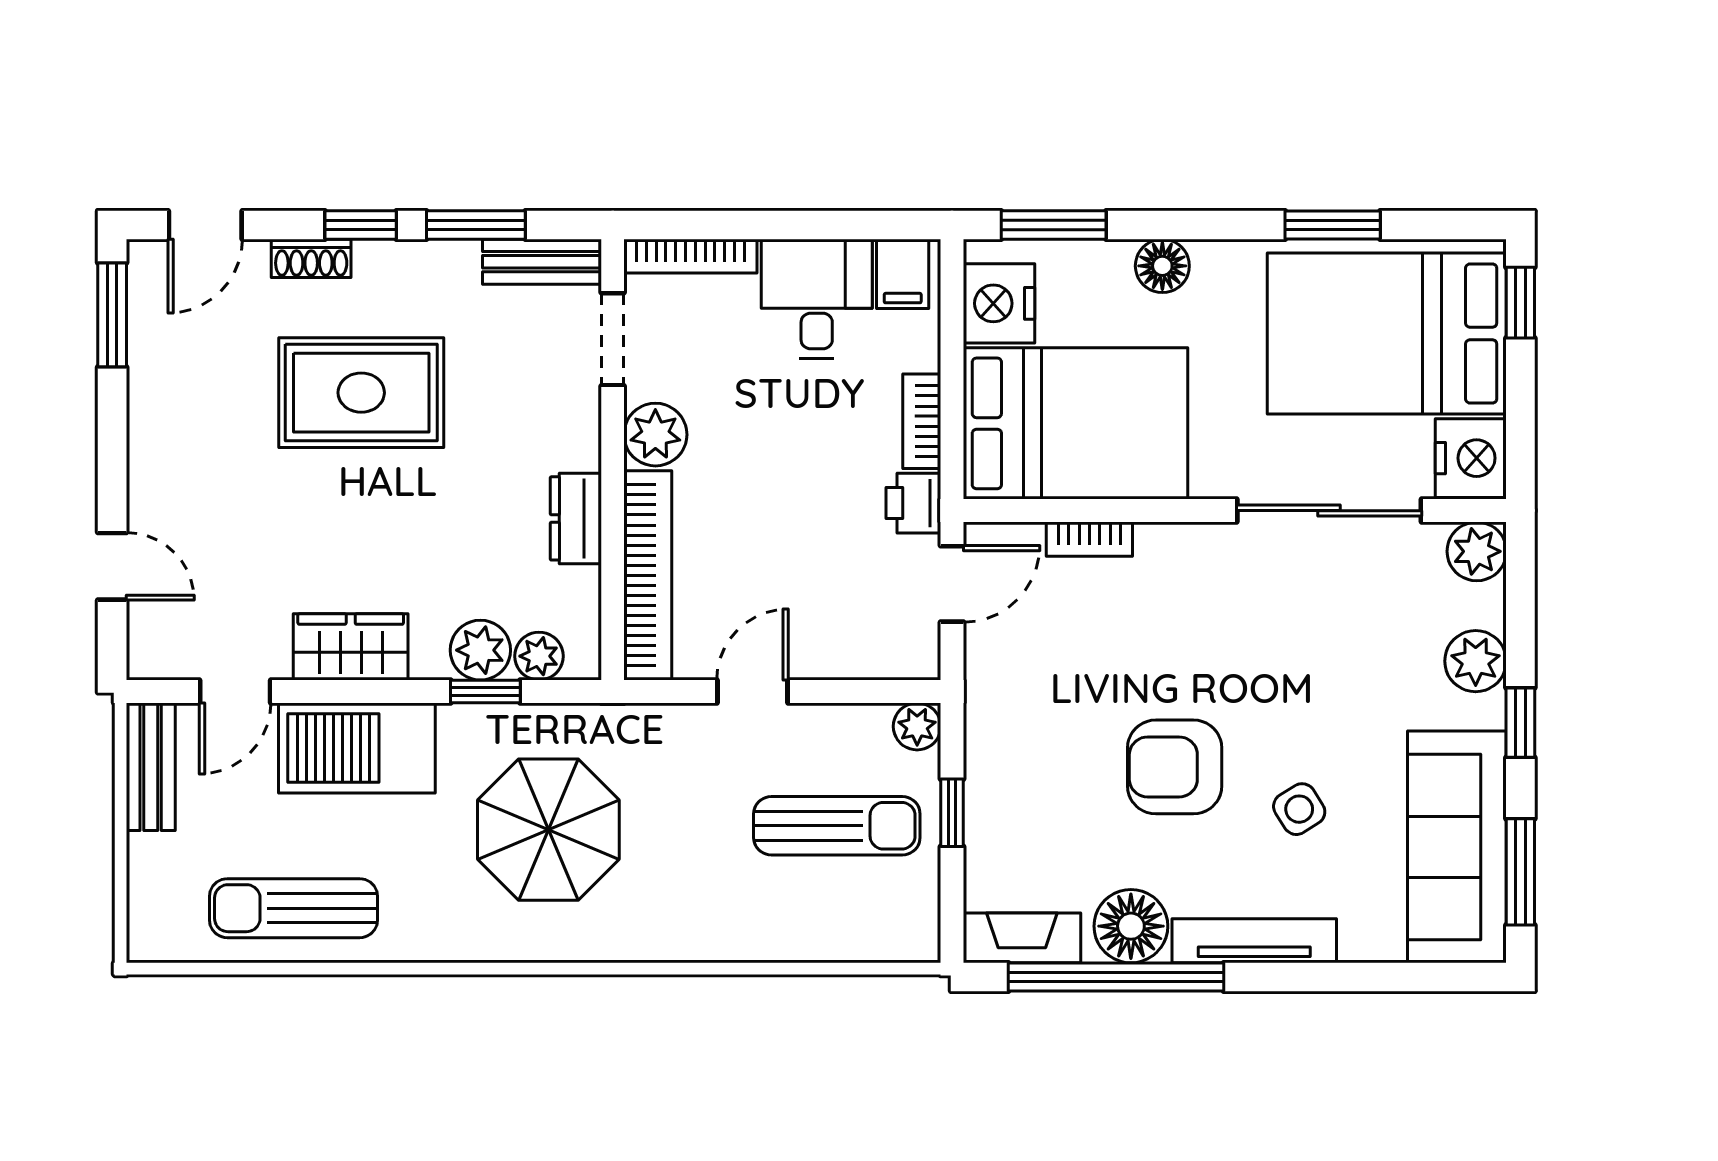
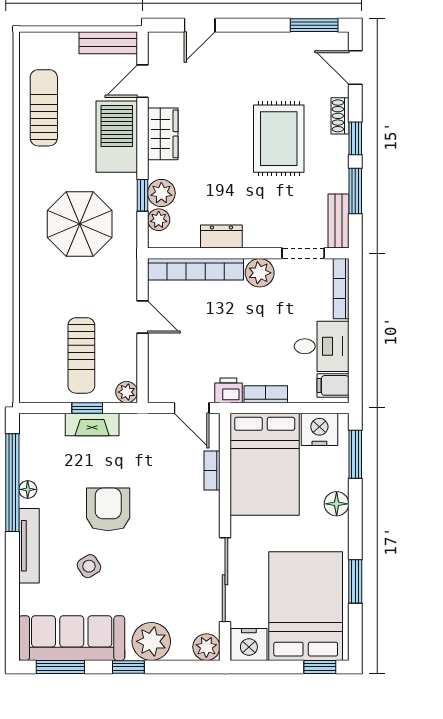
plant: (1476, 661) -> (151, 641), width x1.36, depth x1.36
door: (235, 691) -> (143, 81), hinge flipped
floor lamp: (1131, 926) -> (28, 489), width x0.53, depth x0.53
fireplace: (1022, 938) -> (92, 424), moved, turned 90

